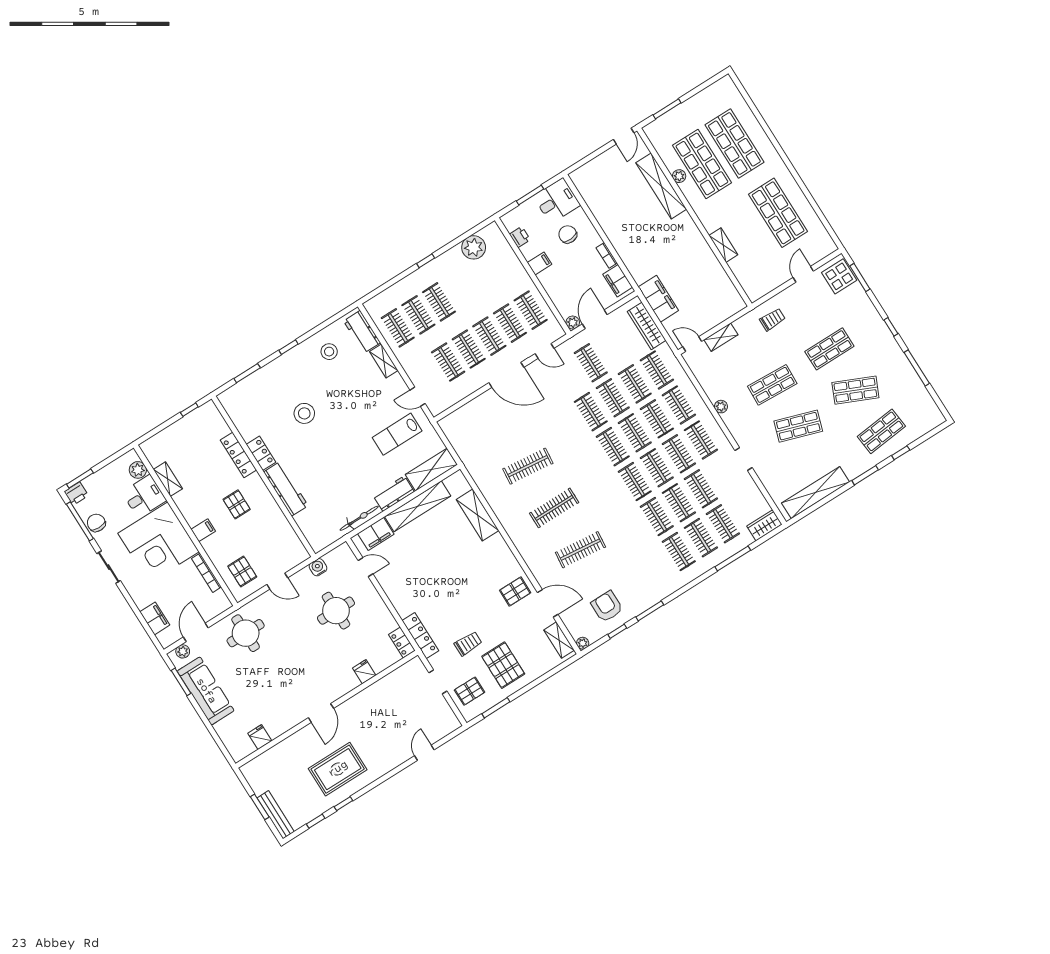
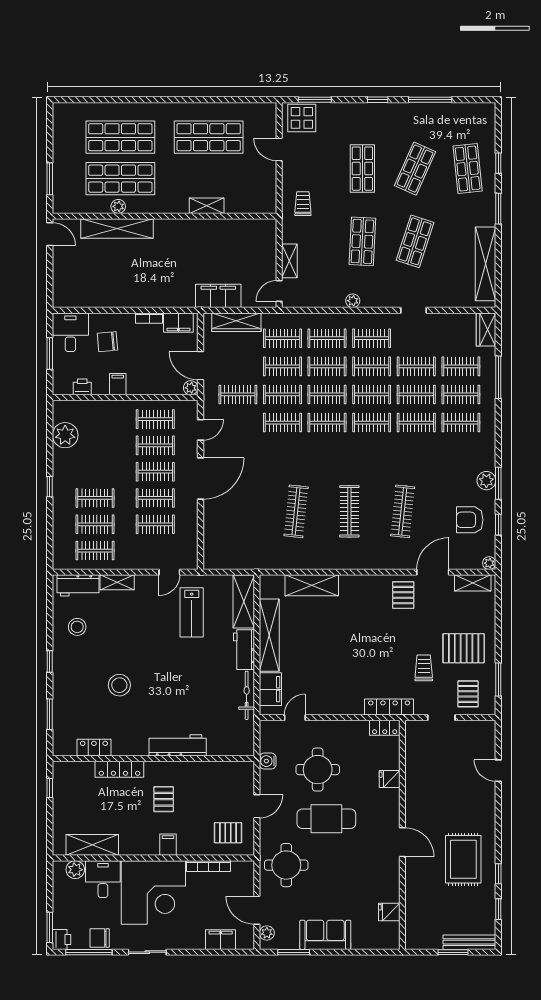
locker: (261, 453) -> (94, 748), moved
shelving: (168, 479) -> (92, 845), width x1.50, depth x1.33
pallet: (237, 504) -> (164, 799), turned 90
plant: (646, 600) -> (486, 481), added
cafe table: (302, 642) -> (326, 819), added
sofa: (206, 691) -> (325, 935), width x0.73

